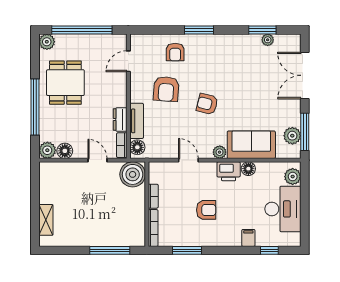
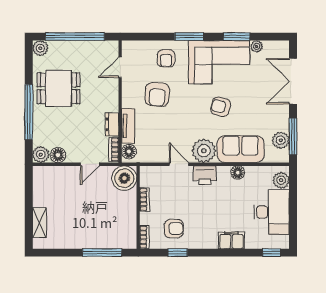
window: (262, 30) -> (236, 37), moved
corner sofa: (229, 56) -> (219, 62), added
dining table: (65, 83) -> (59, 88), turned 90
armchair: (207, 104) -> (221, 107), moved
plant: (220, 152) -> (204, 151), width x1.87, depth x1.87
door: (97, 160) -> (90, 164), swing flipped
printer: (229, 171) -> (205, 175), moved
armchair: (206, 210) -> (174, 229), moved
bookcase: (153, 228) -> (144, 237), width x0.64
filing cabinet: (248, 238) -> (231, 240), width x2.00
window: (187, 250) -> (178, 253), width x0.67
window: (269, 250) -> (272, 253), moved

